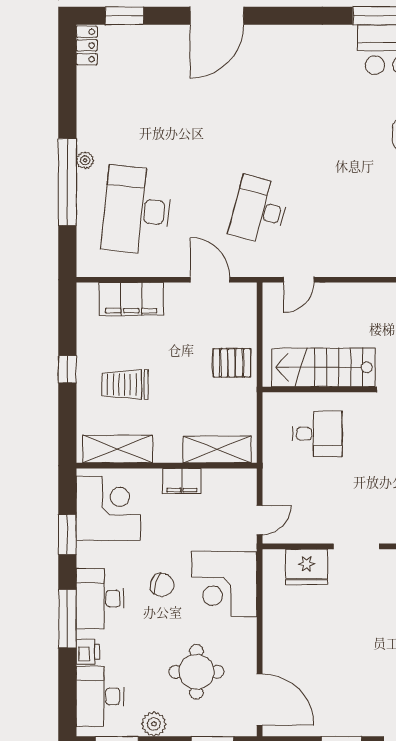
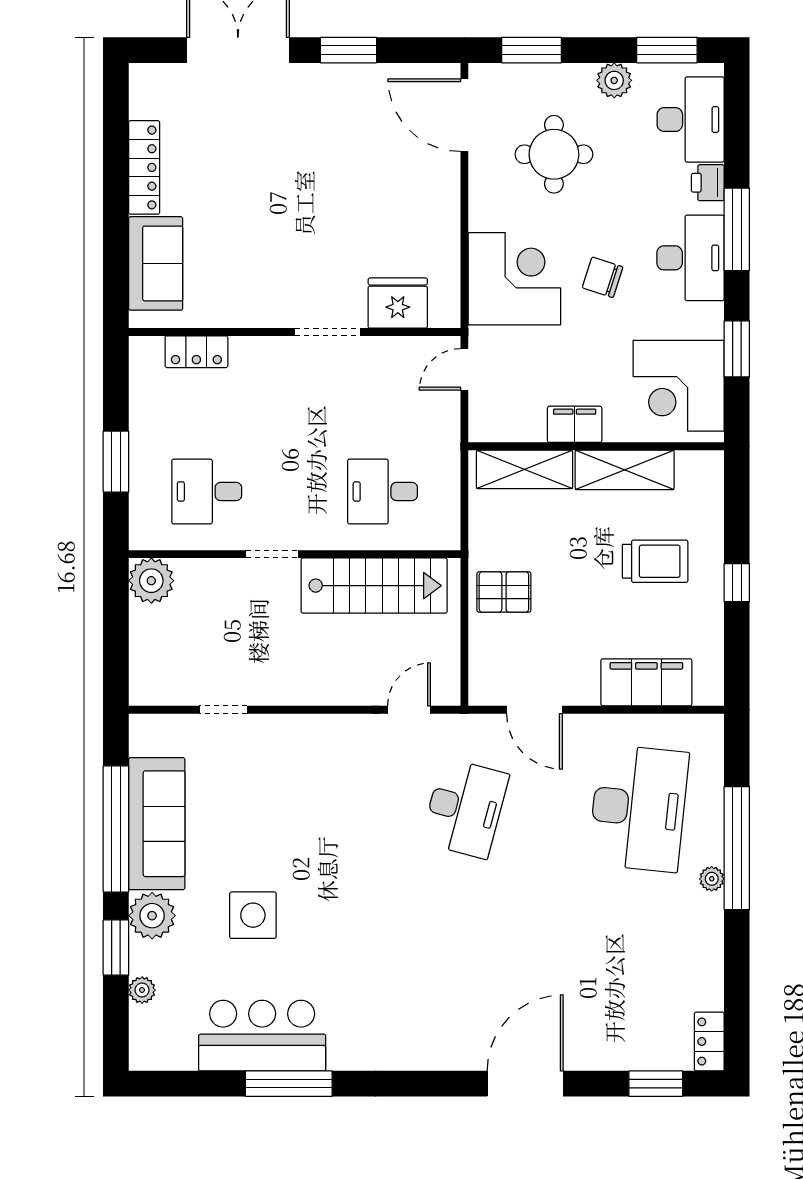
shelving: (118, 449) -> (625, 470), moved

